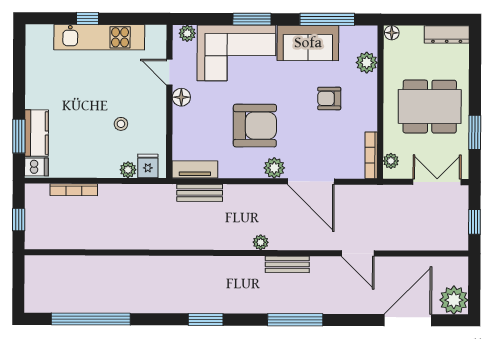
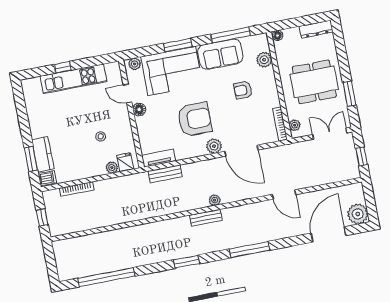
bench: (287, 264) -> (206, 218), moved

